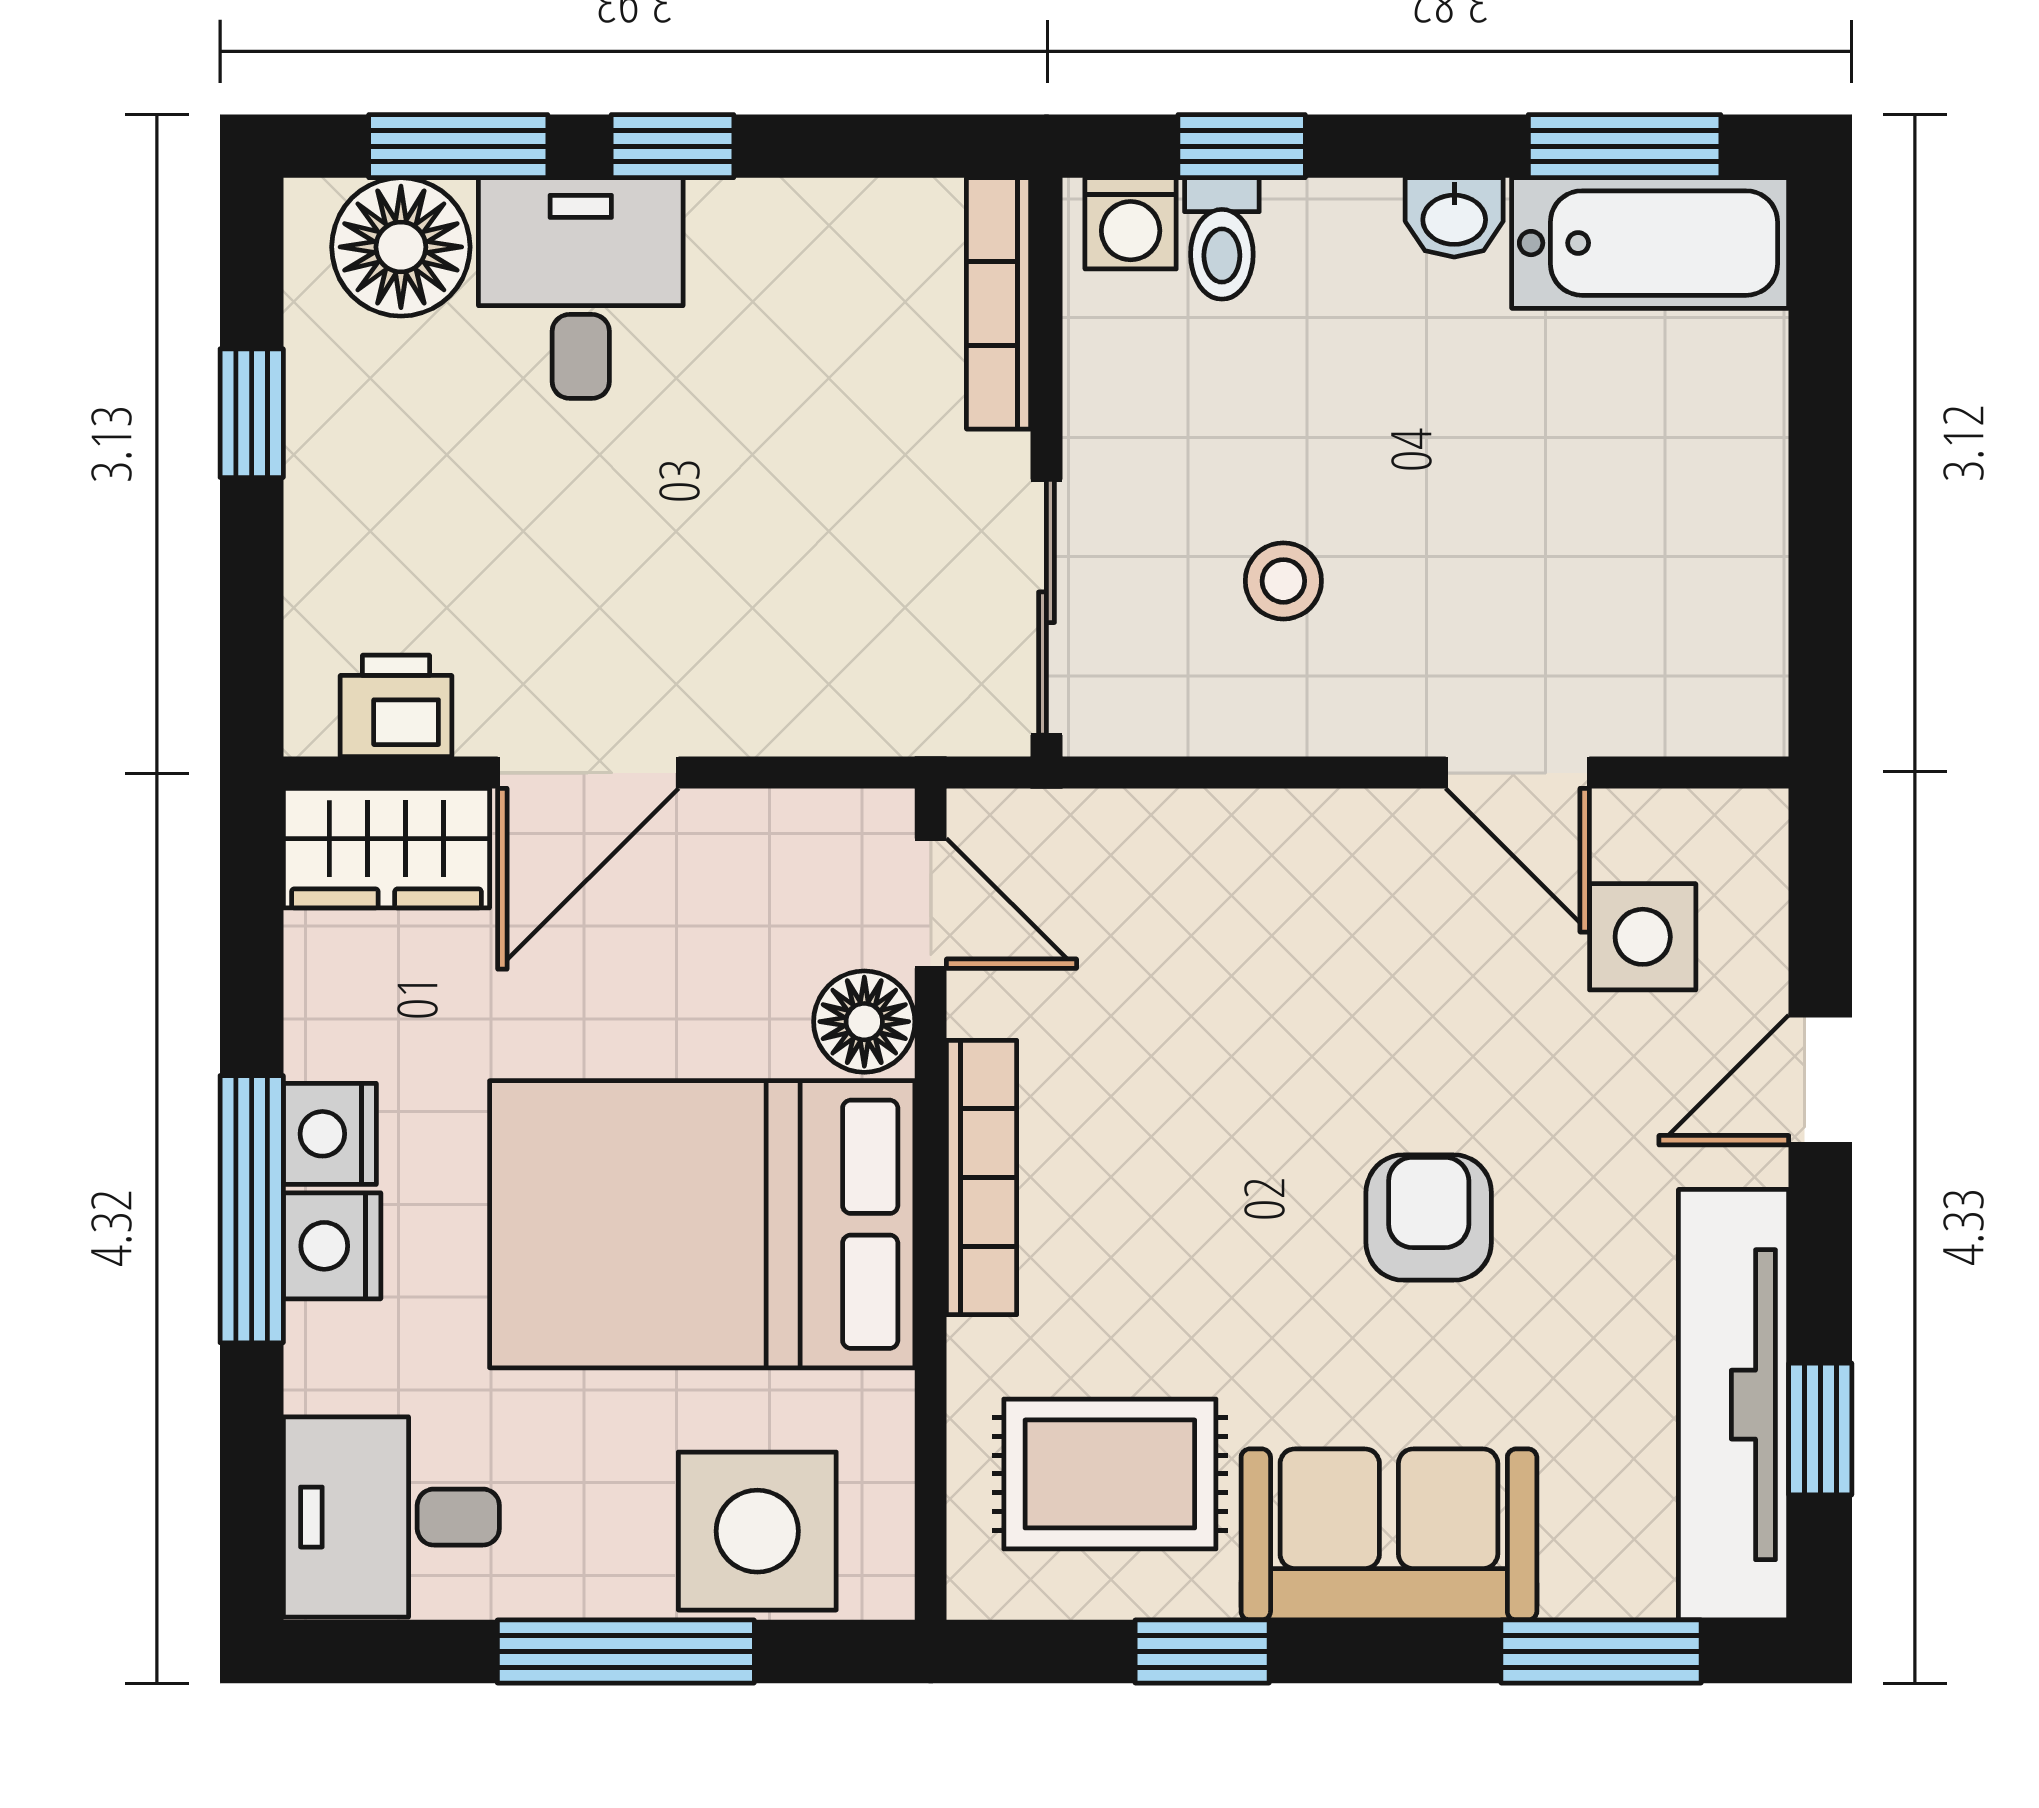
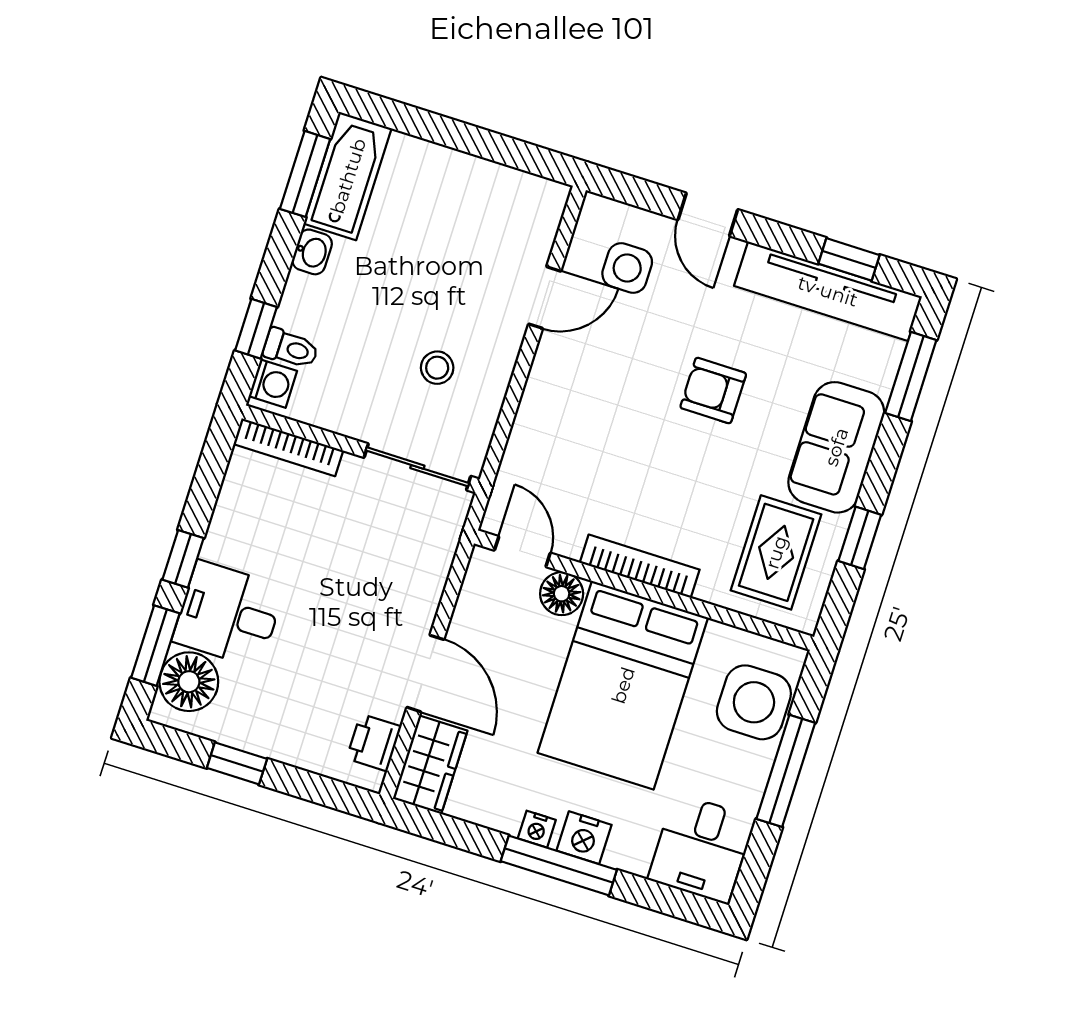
door: (931, 903) -> (522, 552), hinge flipped
nightstand: (330, 1134) -> (537, 829), width x0.72, depth x0.74

